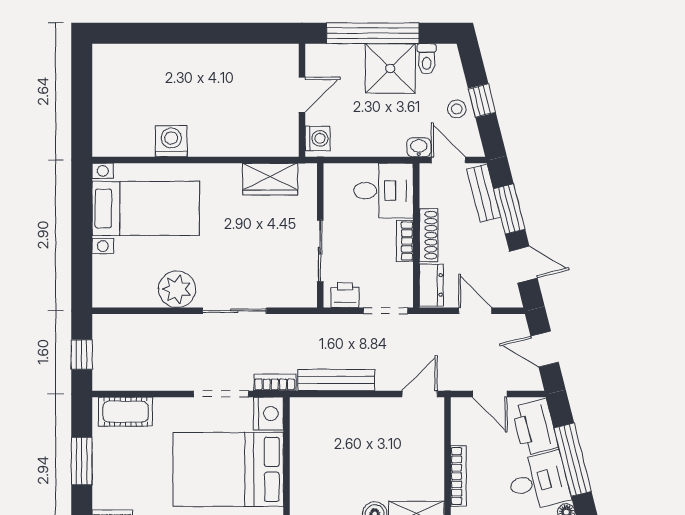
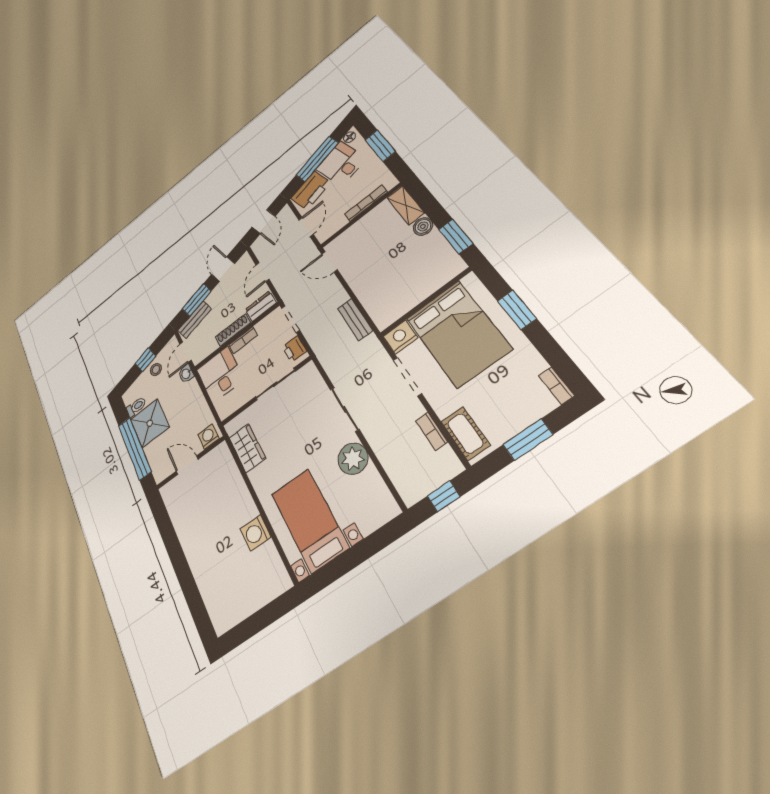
bench: (336, 380) -> (355, 319), width x0.73
bookcase: (275, 382) -> (432, 431), moved

